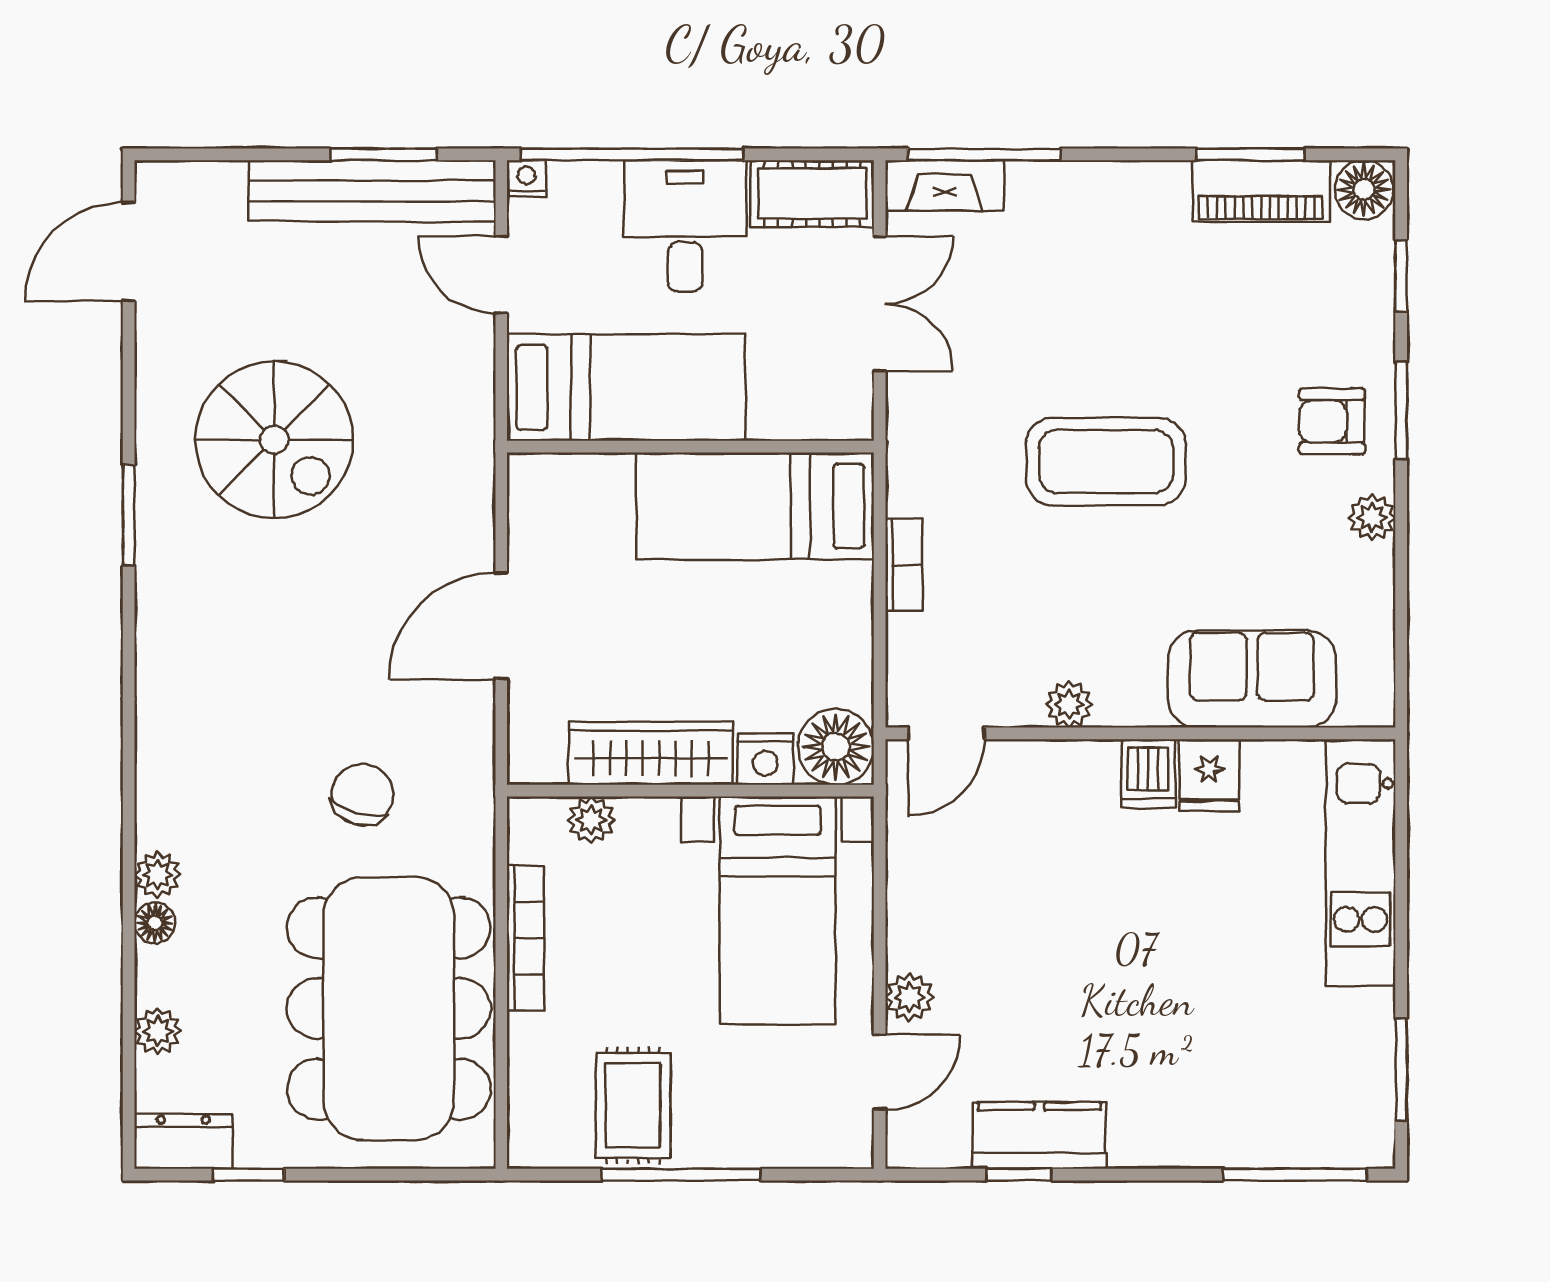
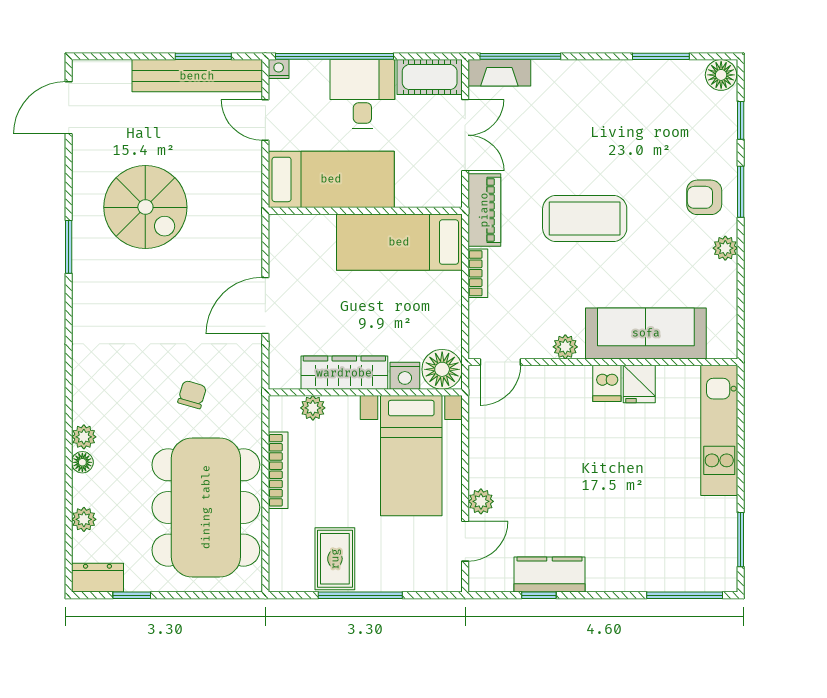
piano: (1261, 191) -> (484, 210), moved, turned -90
sofa: (1252, 679) -> (646, 333), width x1.36
chair: (362, 795) -> (192, 395), width x0.73, depth x0.73

